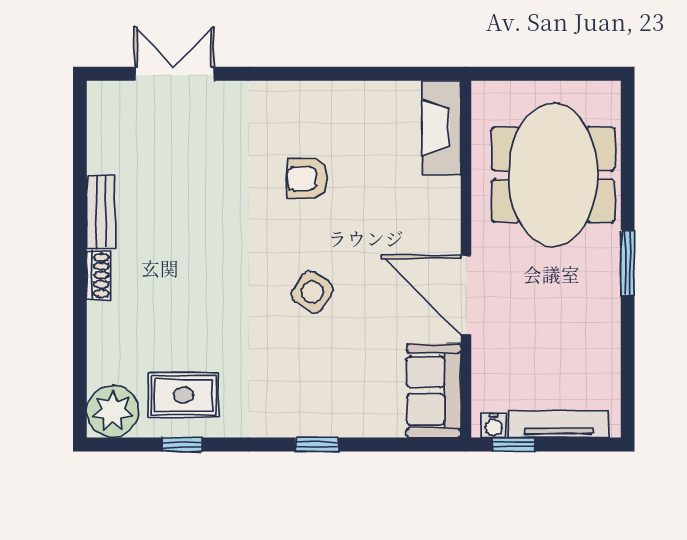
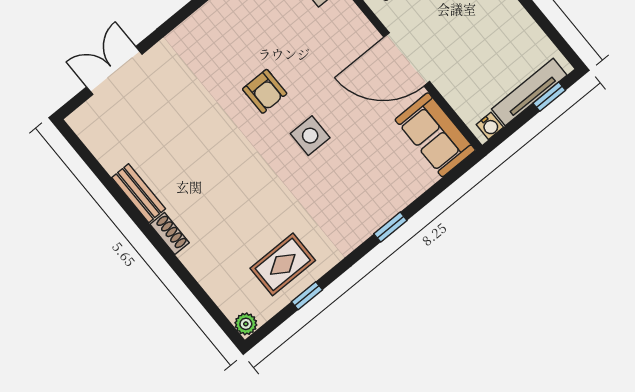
armchair: (307, 179) -> (265, 91), moved, turned -90
side table: (312, 292) -> (310, 136), turned -33
plant: (113, 411) -> (246, 324), width x0.53, depth x0.53
window: (514, 444) -> (549, 97), moved

